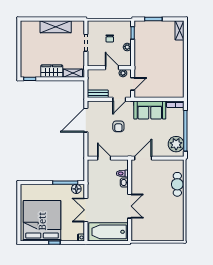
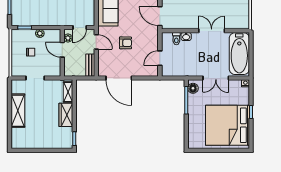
door: (112, 68) -> (62, 50), hinge flipped
door: (133, 84) -> (80, 27), swing flipped

